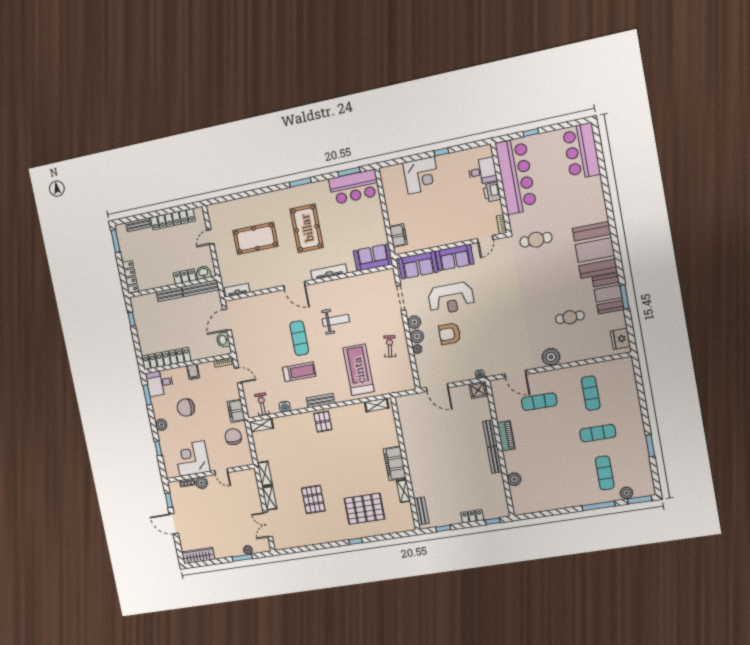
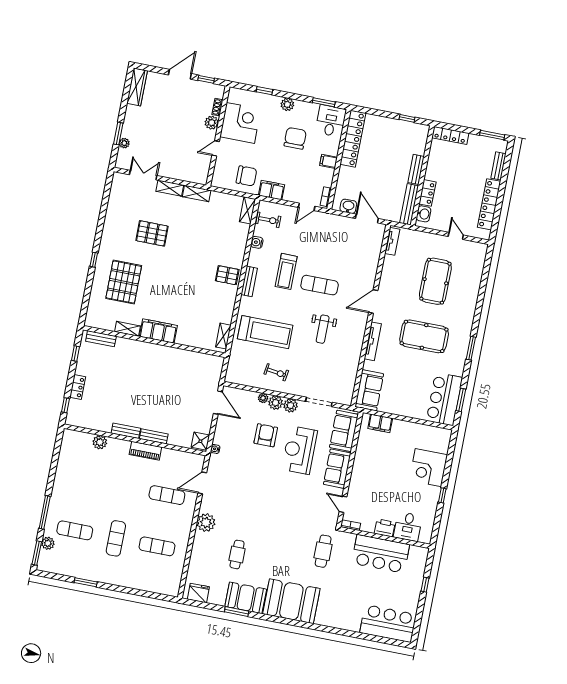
bar counter: (516, 176) -> (381, 554), width x0.73
door: (437, 388) -> (218, 403), swing flipped
exercise mat: (539, 402) -> (167, 495), turned 90

